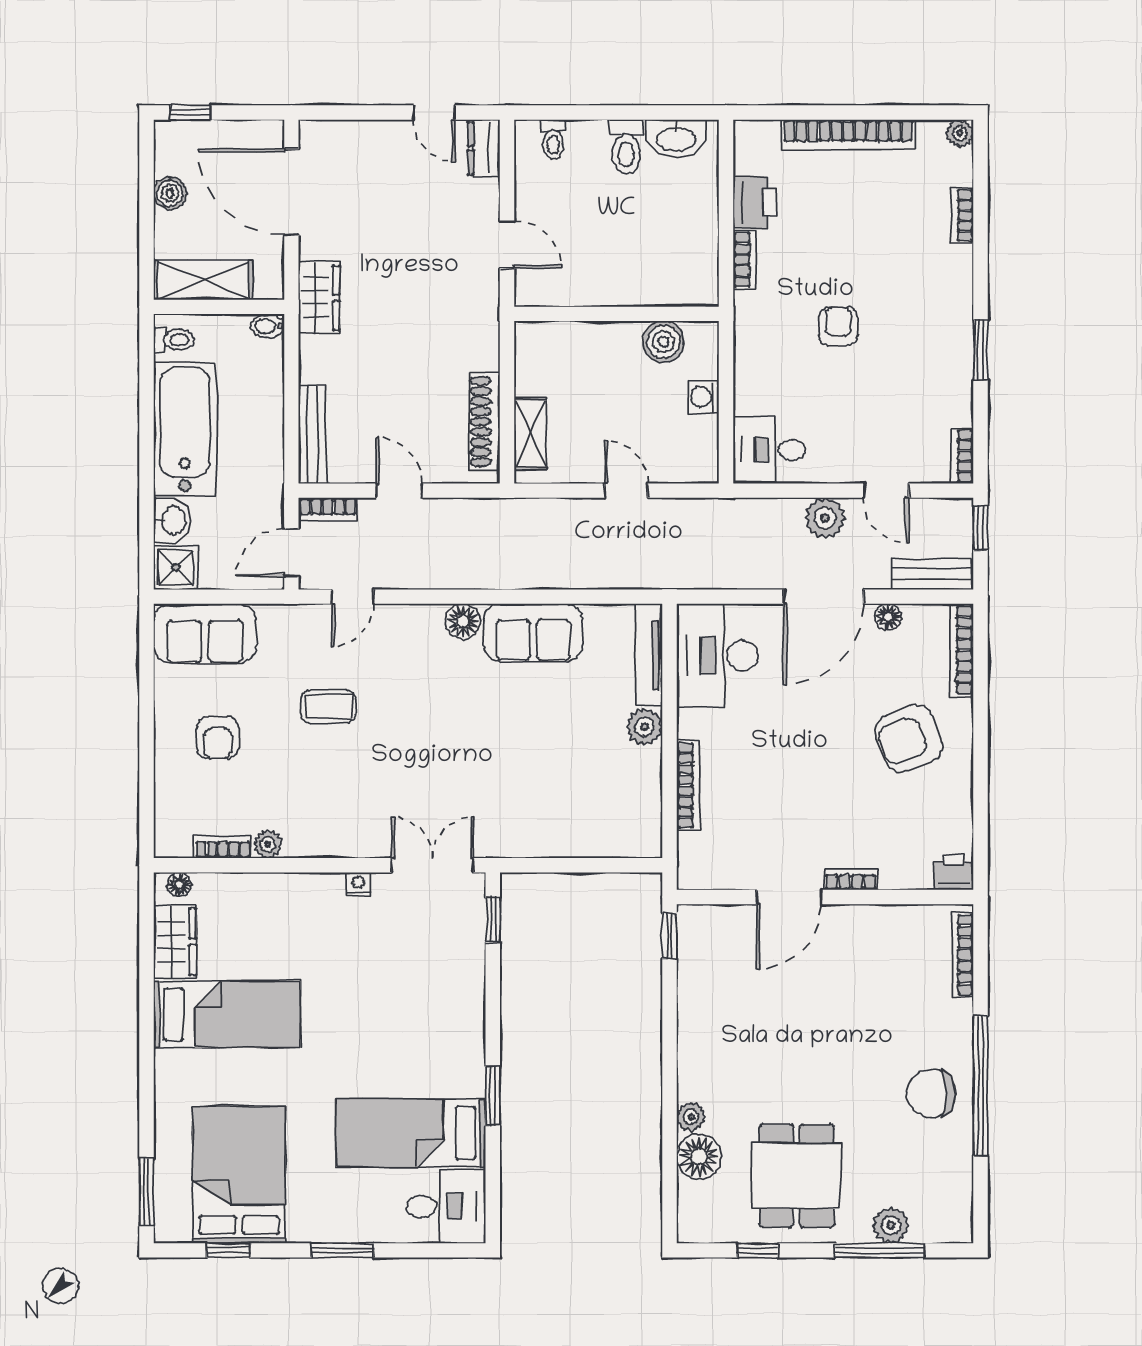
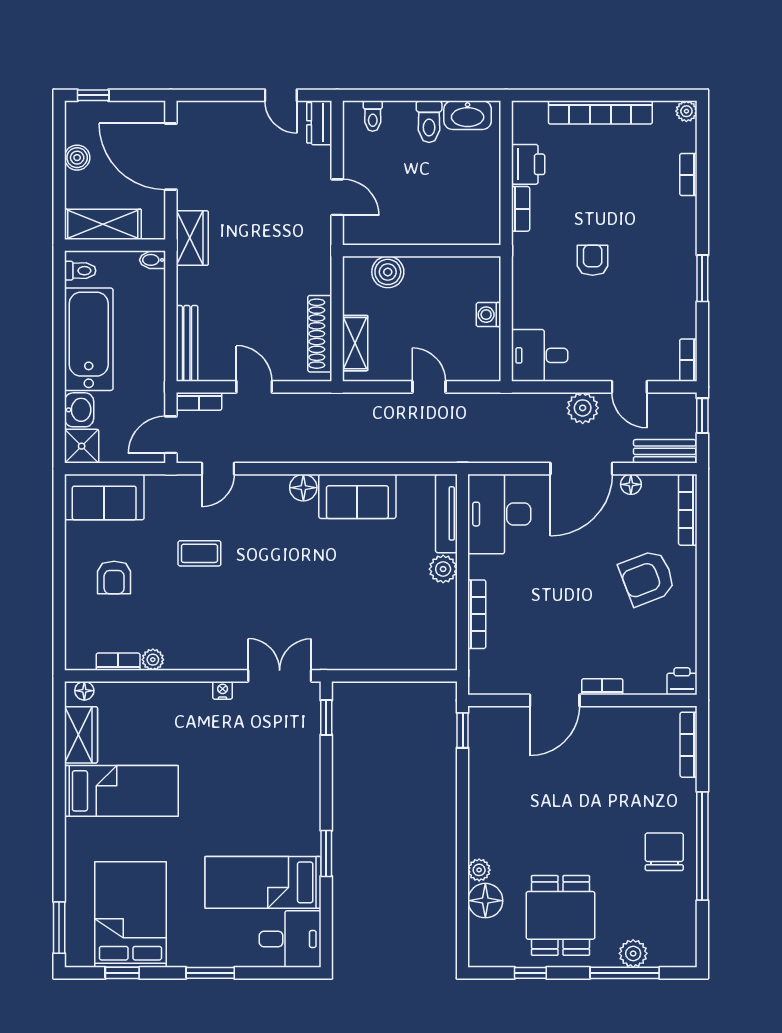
boiler: (664, 342) -> (388, 272), moved
chair: (931, 1093) -> (664, 852), turned 90

